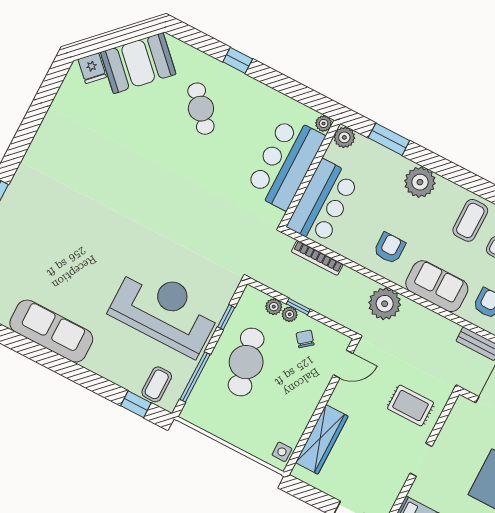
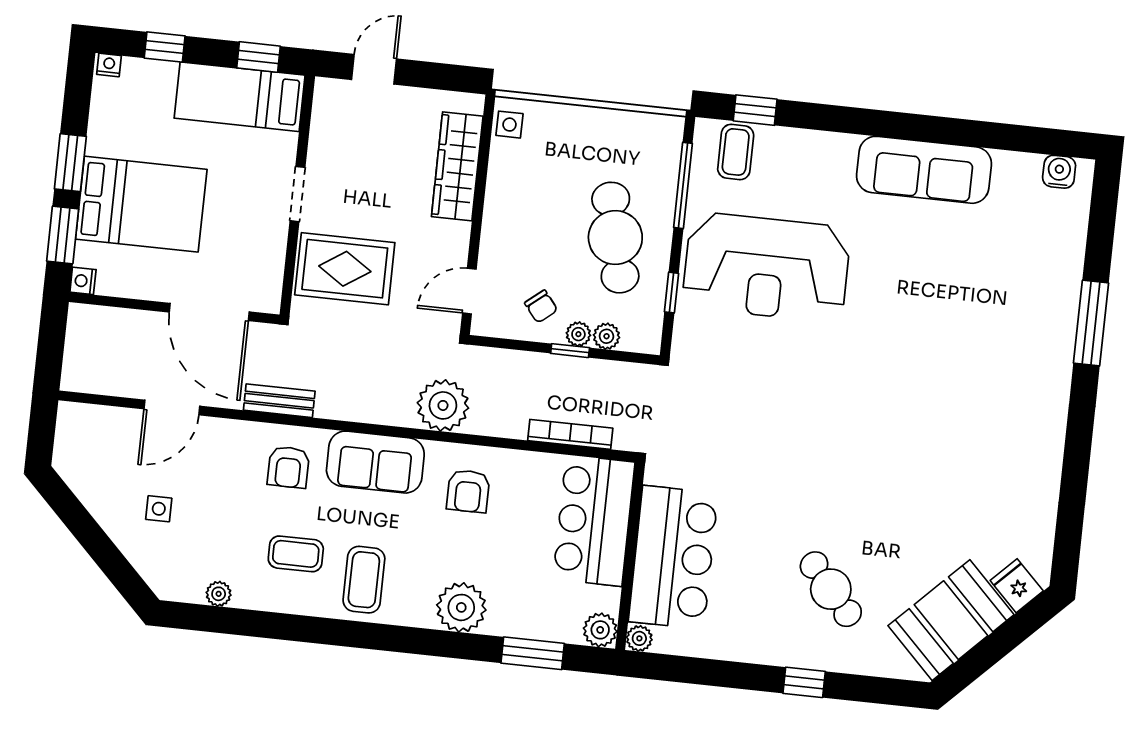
rug: (411, 406) -> (345, 269), width x1.36, depth x1.43

